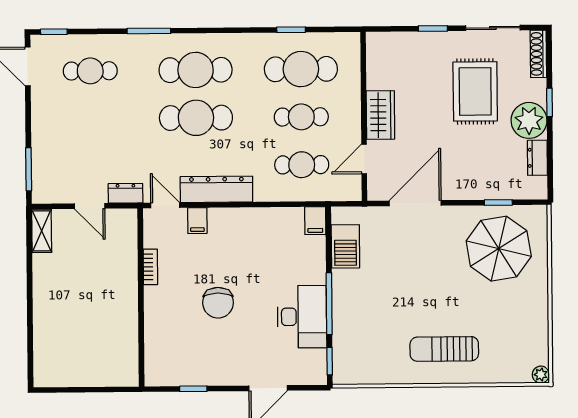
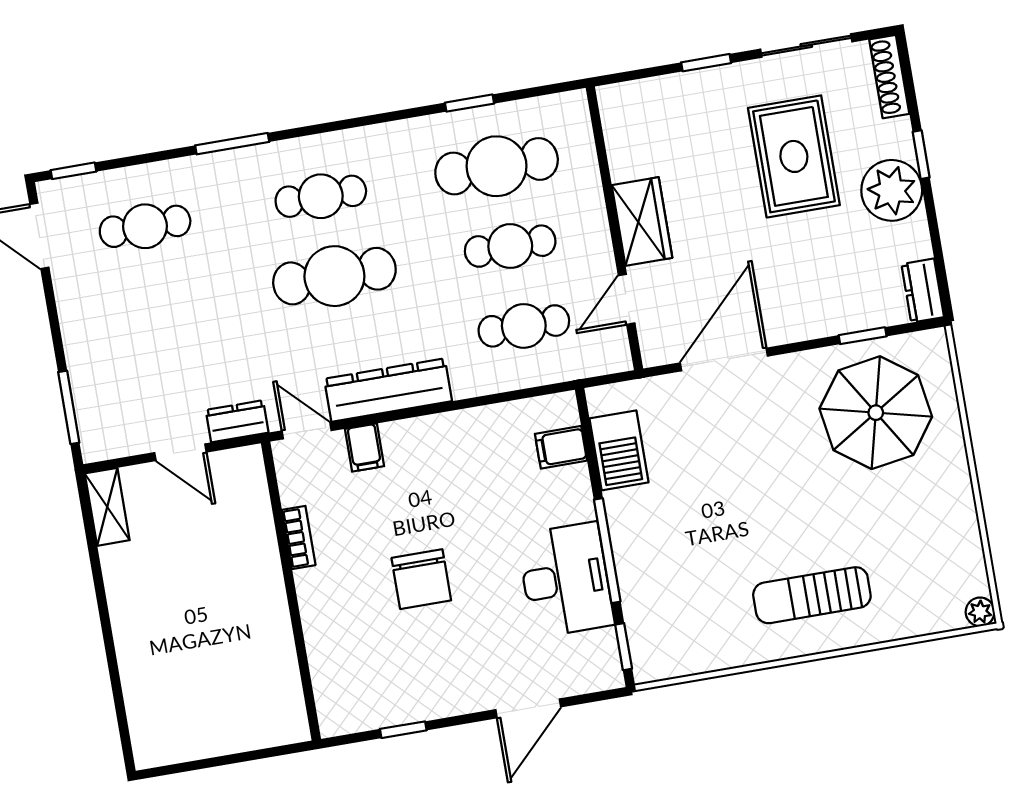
cafe table: (196, 70) -> (321, 196), width x0.73, depth x0.74
dresser: (537, 158) -> (923, 291), moved
filing cabinet: (315, 221) -> (561, 447), moved, turned 90

